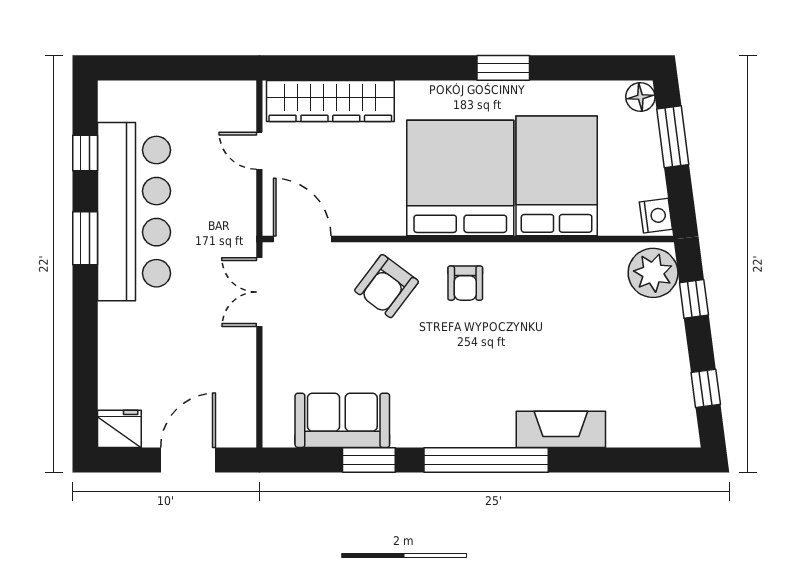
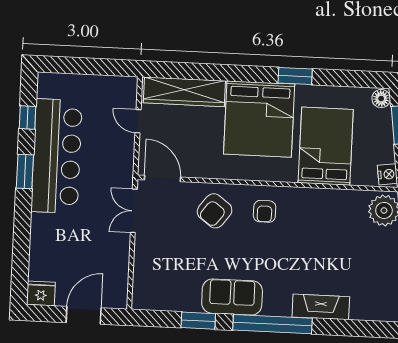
bed: (460, 178) -> (259, 119), moved, turned 180
sofa: (342, 420) -> (232, 297), moved

